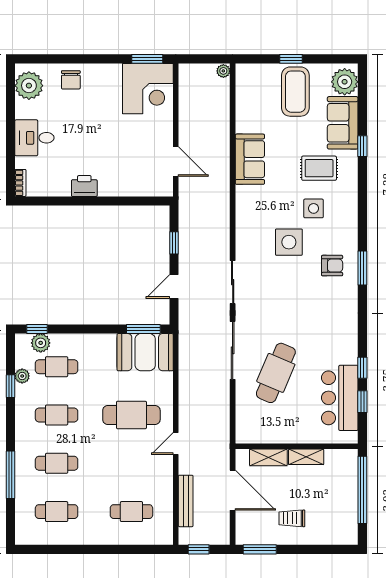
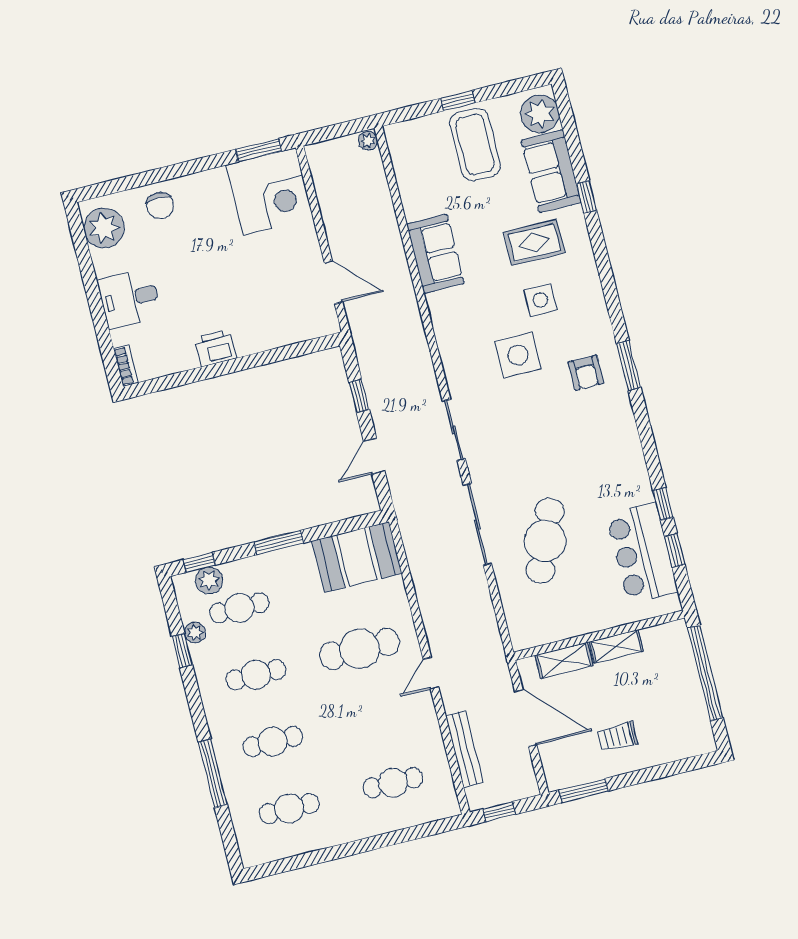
armchair: (332, 266) -> (586, 373), turned 90
window: (143, 329) -> (279, 543), moved

